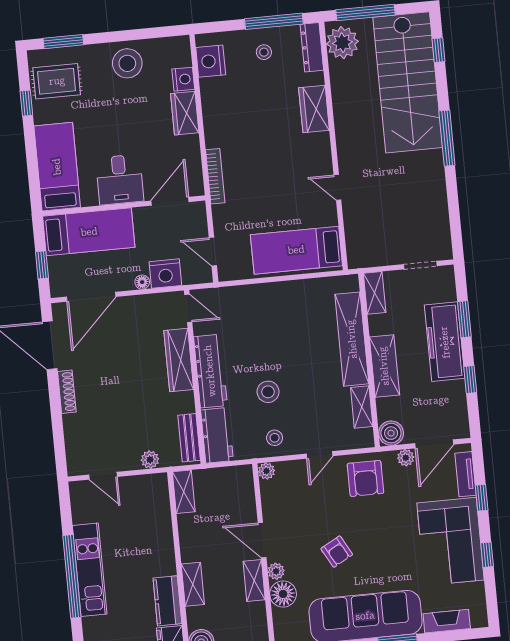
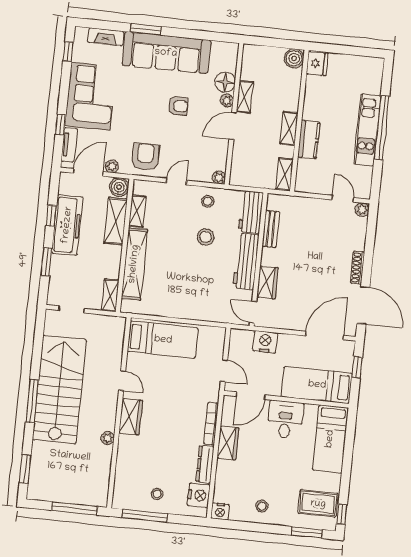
plant: (342, 43) -> (108, 438), moved, width x0.53, depth x0.53
dresser: (312, 47) -> (205, 464), moved, turned 180
window: (439, 50) -> (25, 469), width x1.50
stool: (127, 63) -> (262, 506), width x0.53, depth x0.53
nightstand: (183, 79) -> (220, 511), moved, turned -90
stairs: (408, 82) -> (59, 390), moved
window: (26, 103) -> (342, 514), moved
wardrobe: (314, 109) -> (131, 417), moved
wardrobe: (185, 113) -> (228, 443), moved
bookcase: (215, 176) -> (211, 424), moved
door: (213, 252) -> (224, 371), moved
floor lamp: (142, 282) -> (284, 339), removed
freezer: (445, 342) -> (67, 225), moved
wardrobe: (179, 360) -> (267, 282), width x0.67
shelving: (384, 366) -> (116, 221), moved
bench: (189, 438) -> (271, 229), moved
plant: (150, 460) -> (362, 210), moved
door: (262, 540) -> (233, 126), swing flipped
armchair: (337, 552) -> (178, 106), turned 119
window: (487, 555) -> (68, 52), moved
shelving: (193, 584) -> (289, 128), moved
kitchen counter: (167, 601) -> (309, 140), moved

